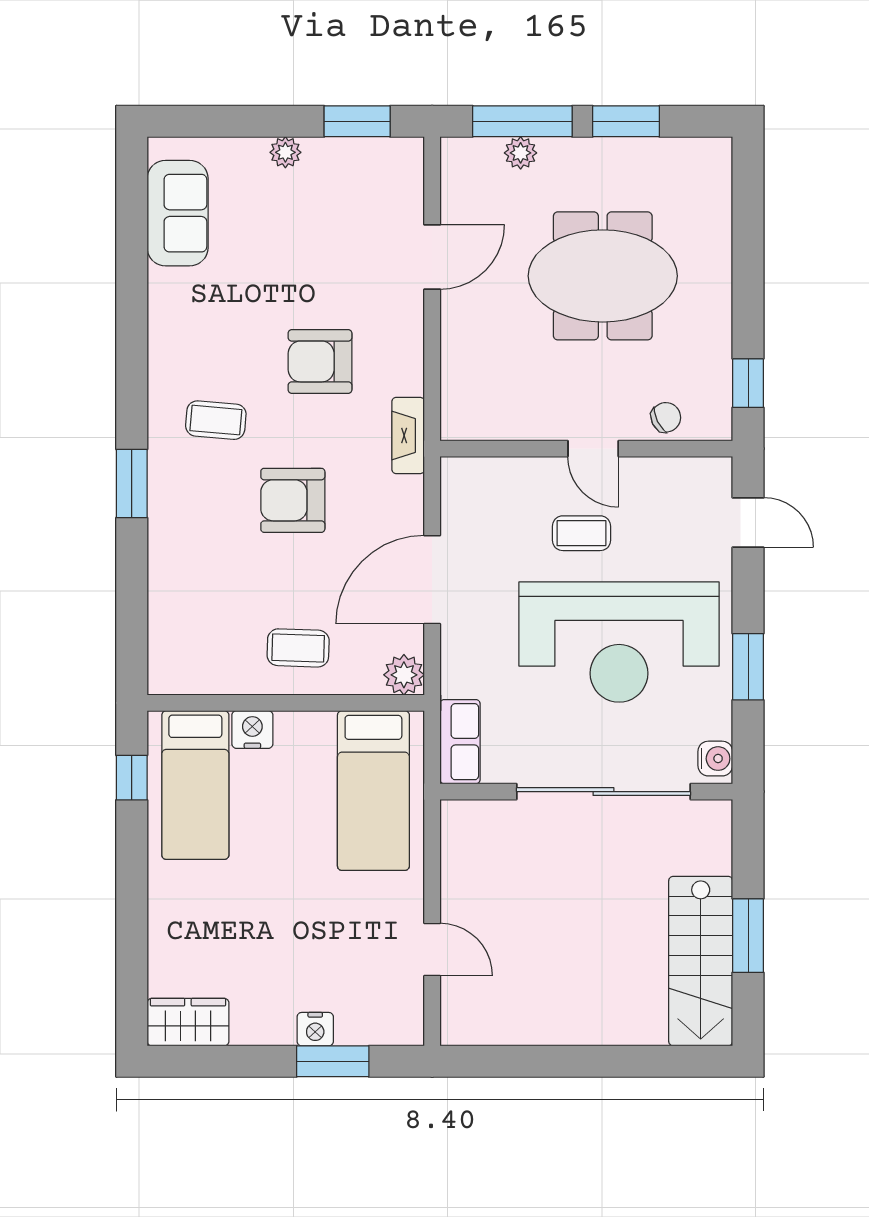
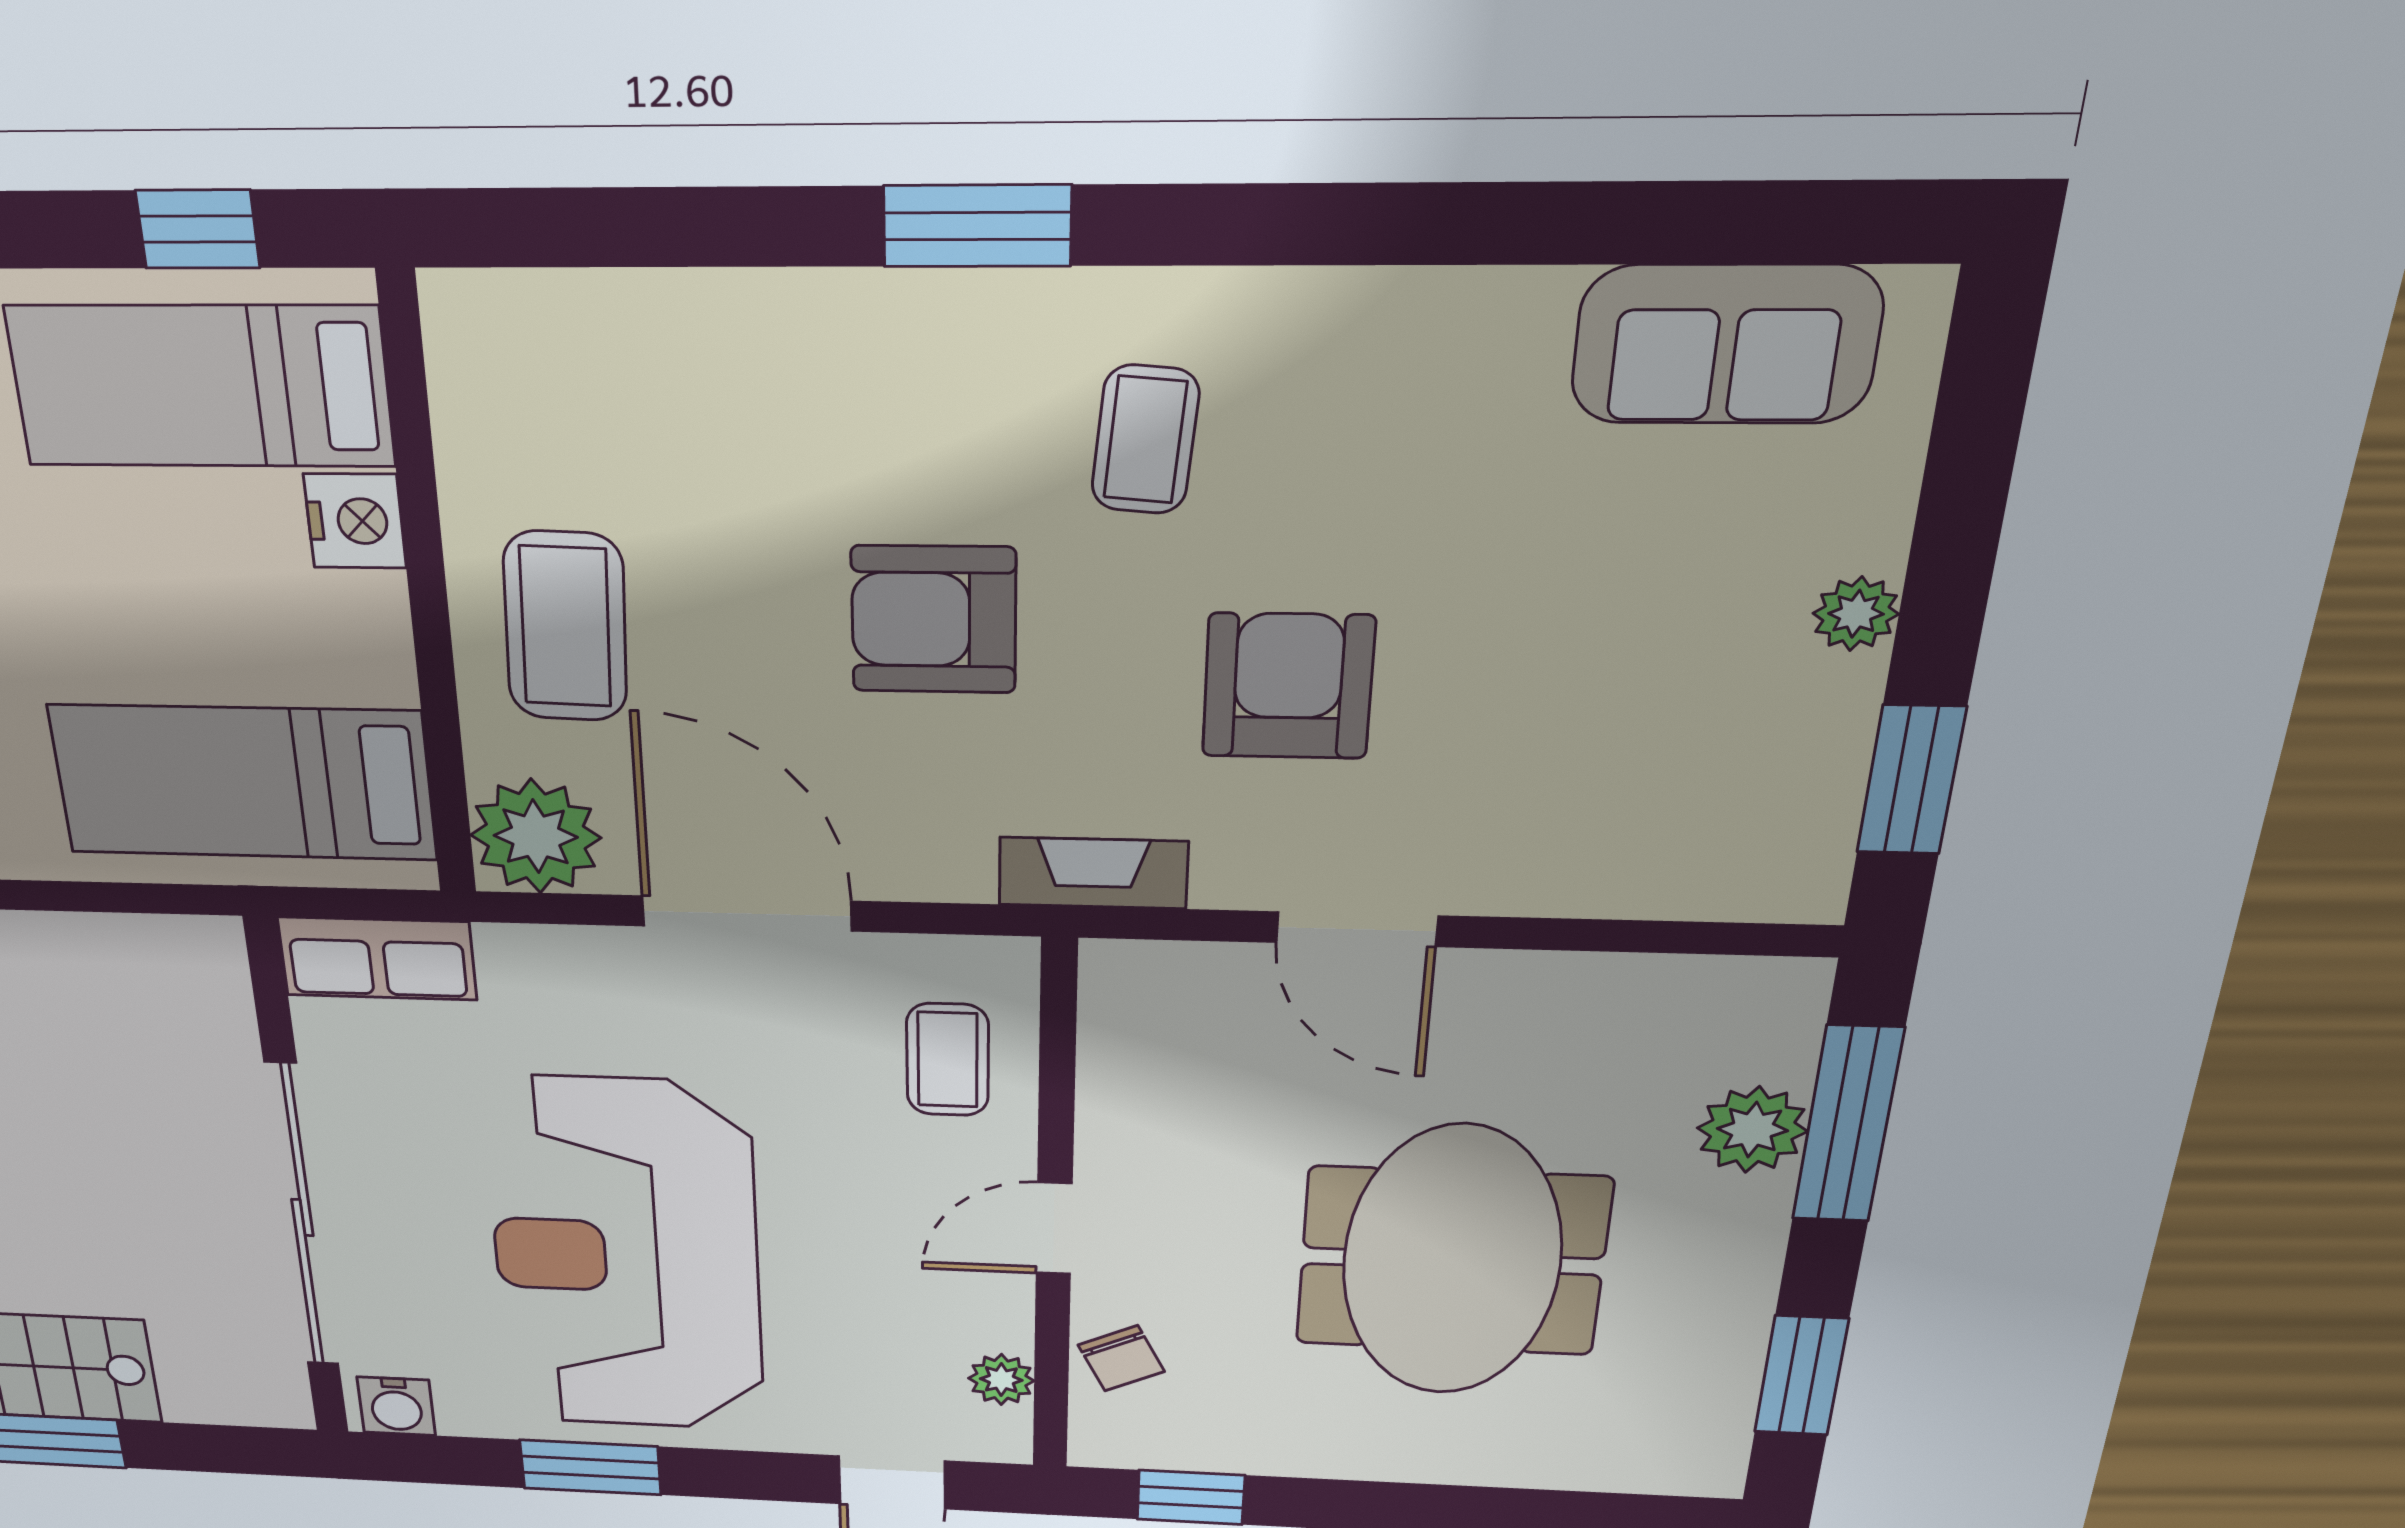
window: (626, 121) -> (1801, 1376), moved
plant: (521, 153) -> (1752, 1130), width x1.38, depth x1.38
door: (432, 257) -> (1357, 929), moved
plant: (682, 471) -> (1001, 1379), added
armchair: (293, 500) -> (934, 620), turned -90
coffee table: (581, 533) -> (948, 1060), moved
coffee table: (298, 648) -> (565, 627), width x1.36, depth x1.30
plant: (404, 675) -> (536, 836), width x1.36, depth x1.36

